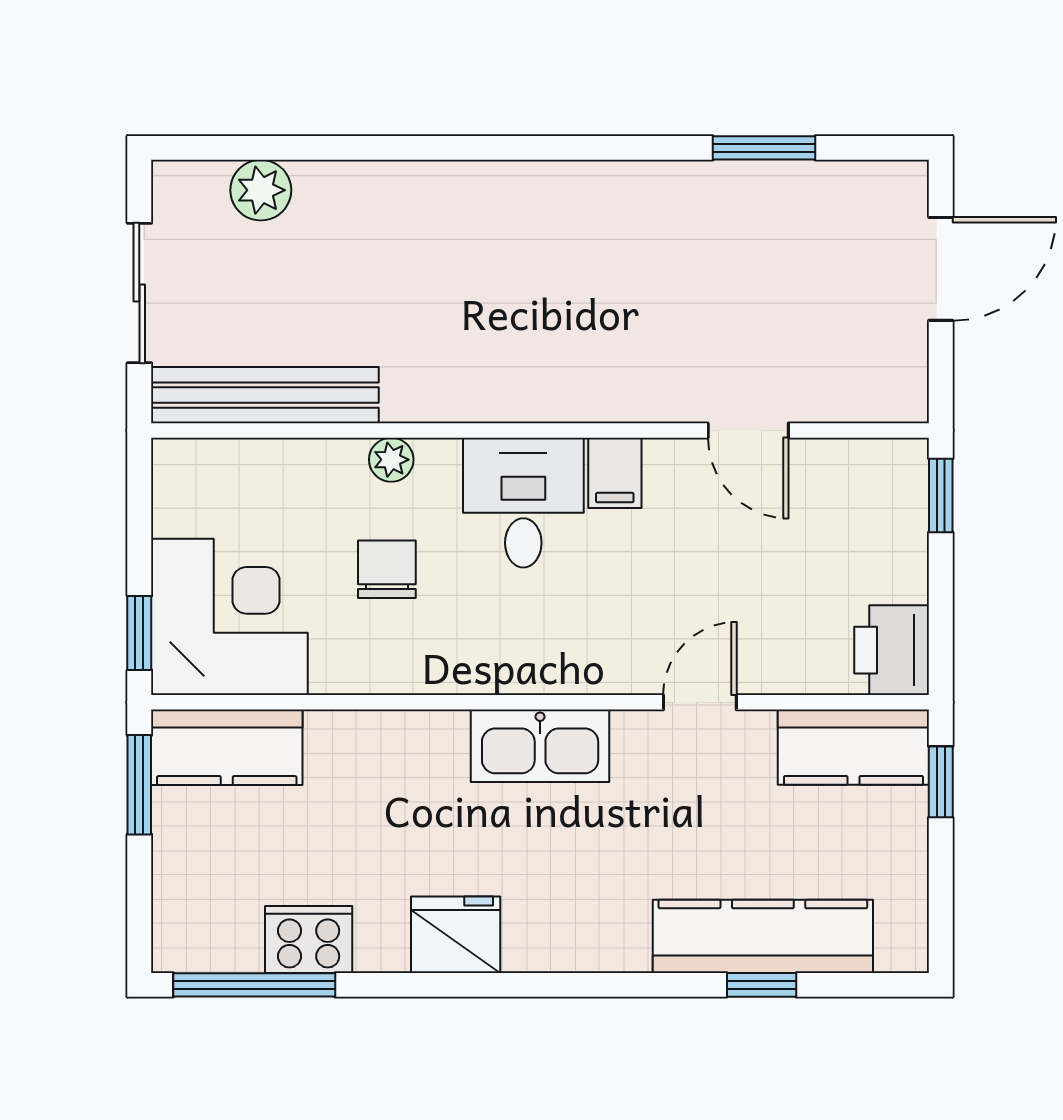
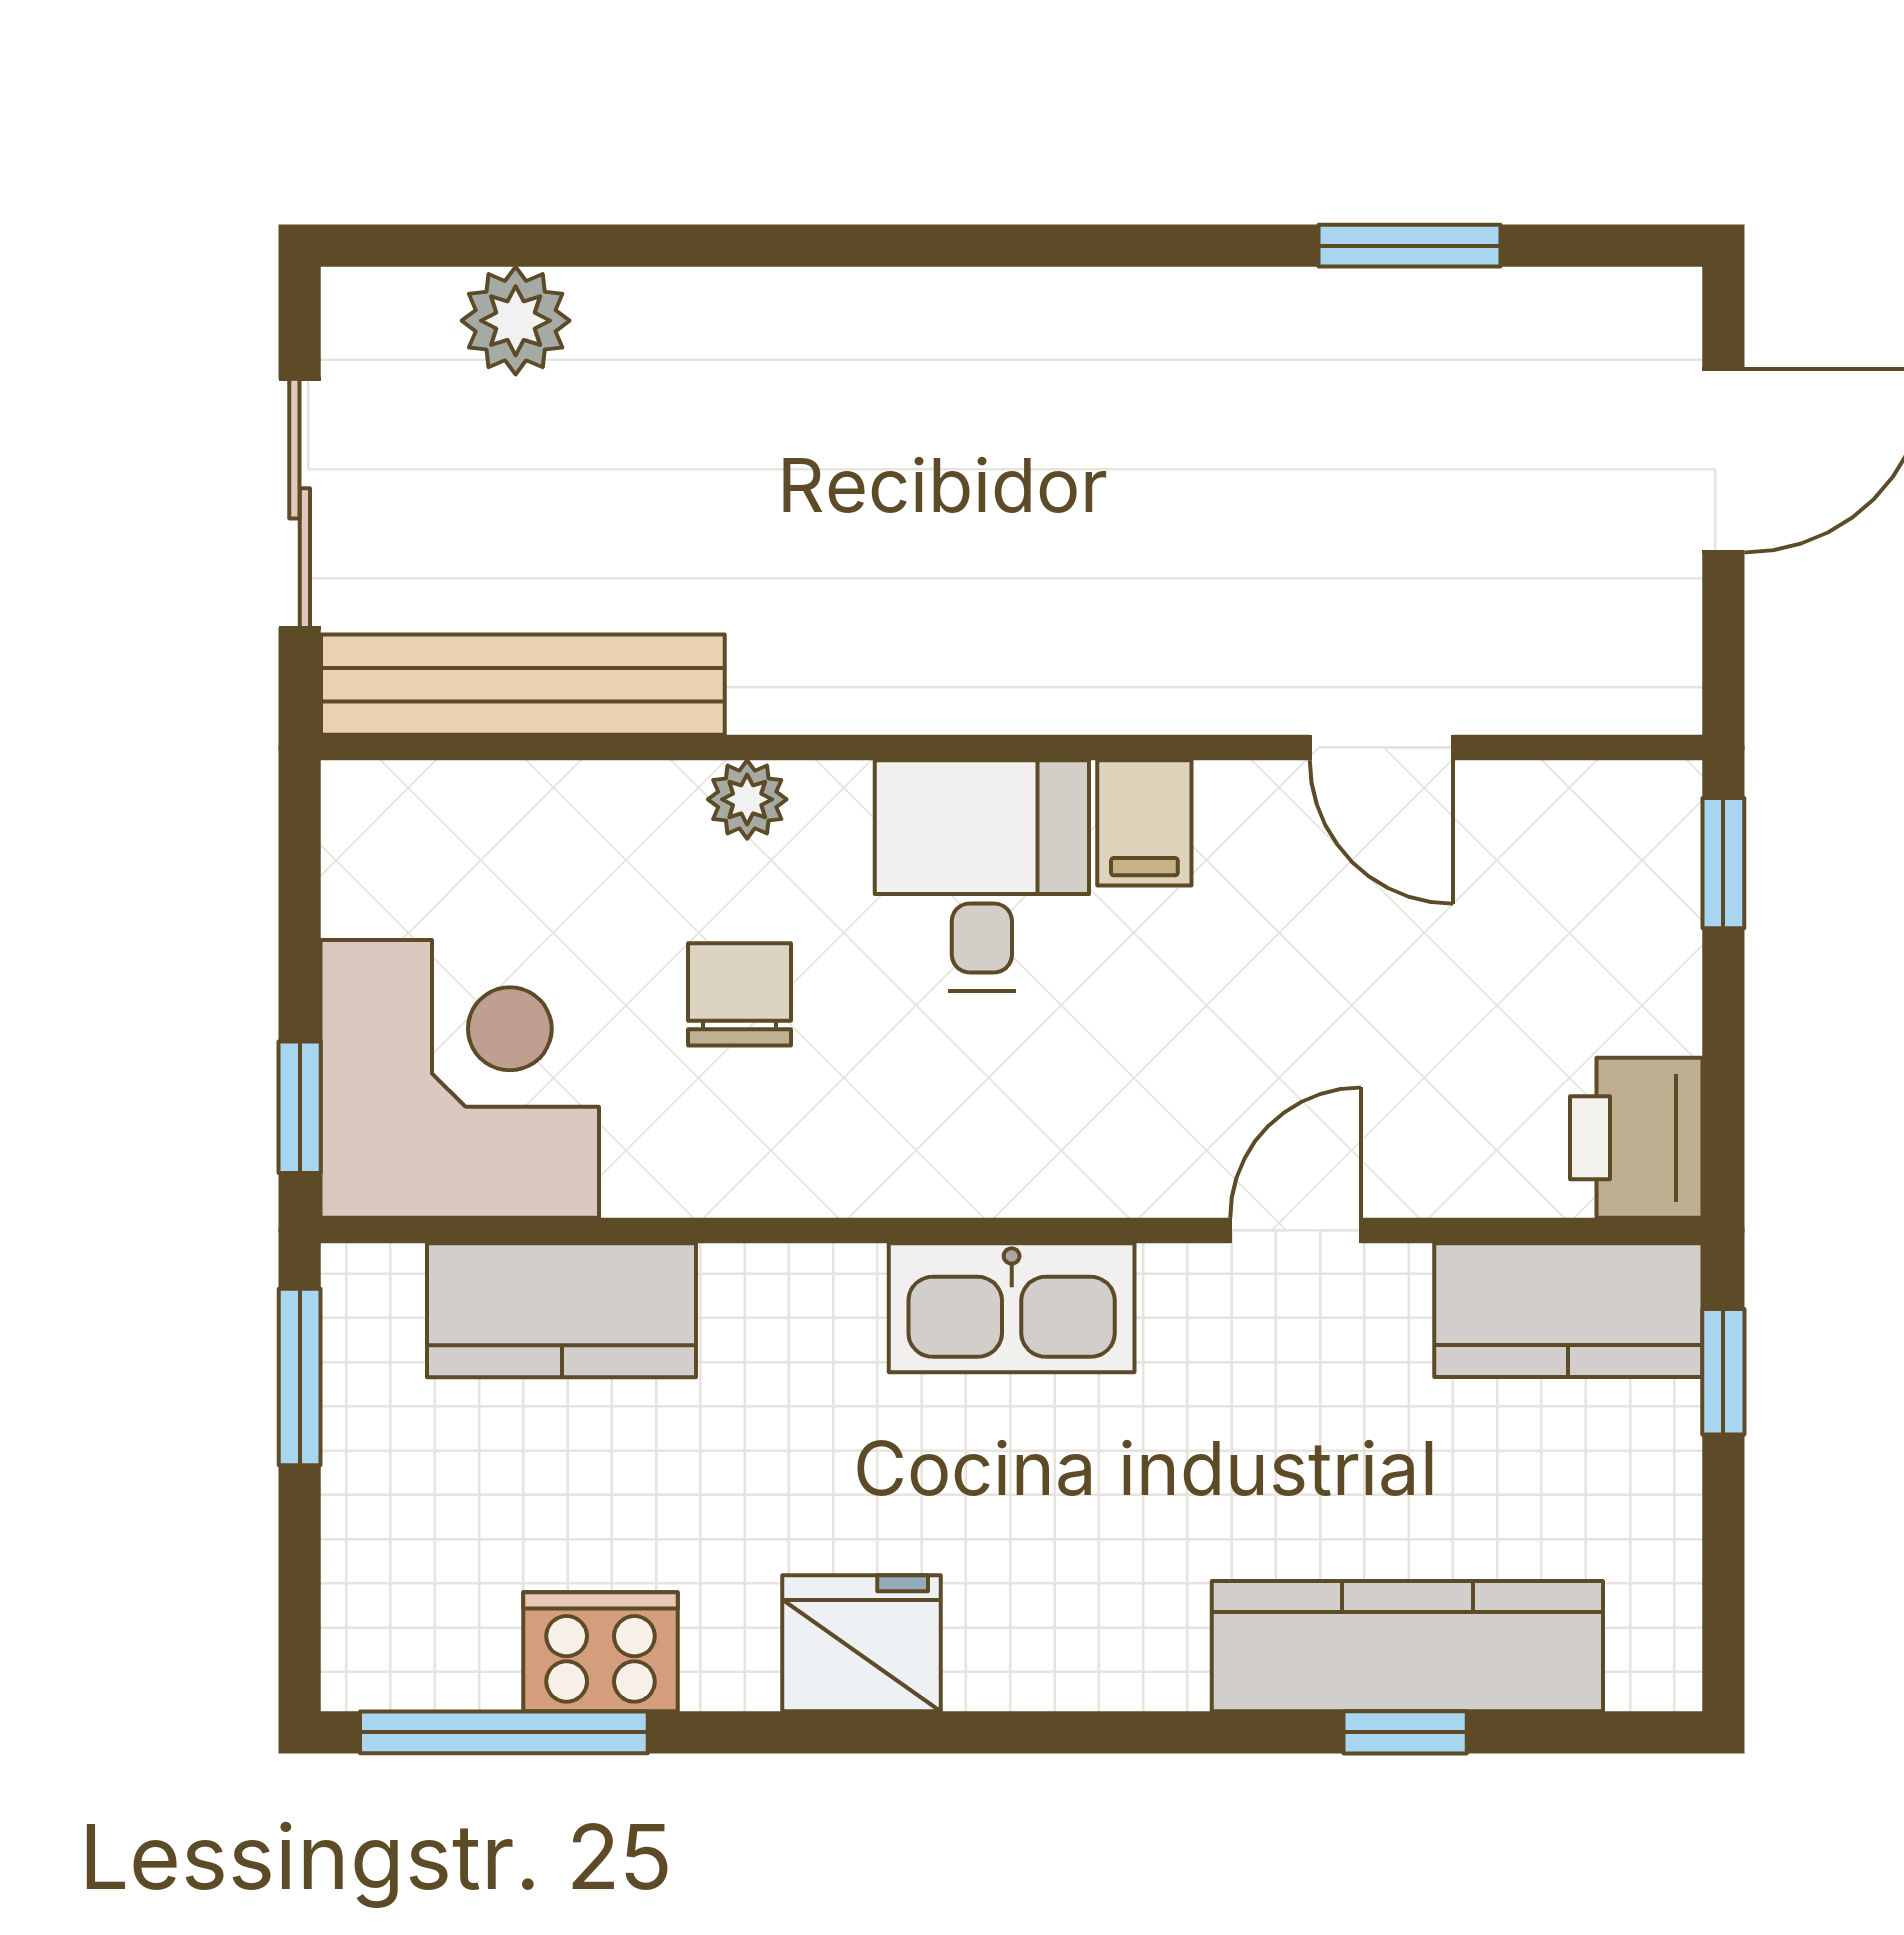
kitchen counter: (227, 747) -> (562, 1310), moved

